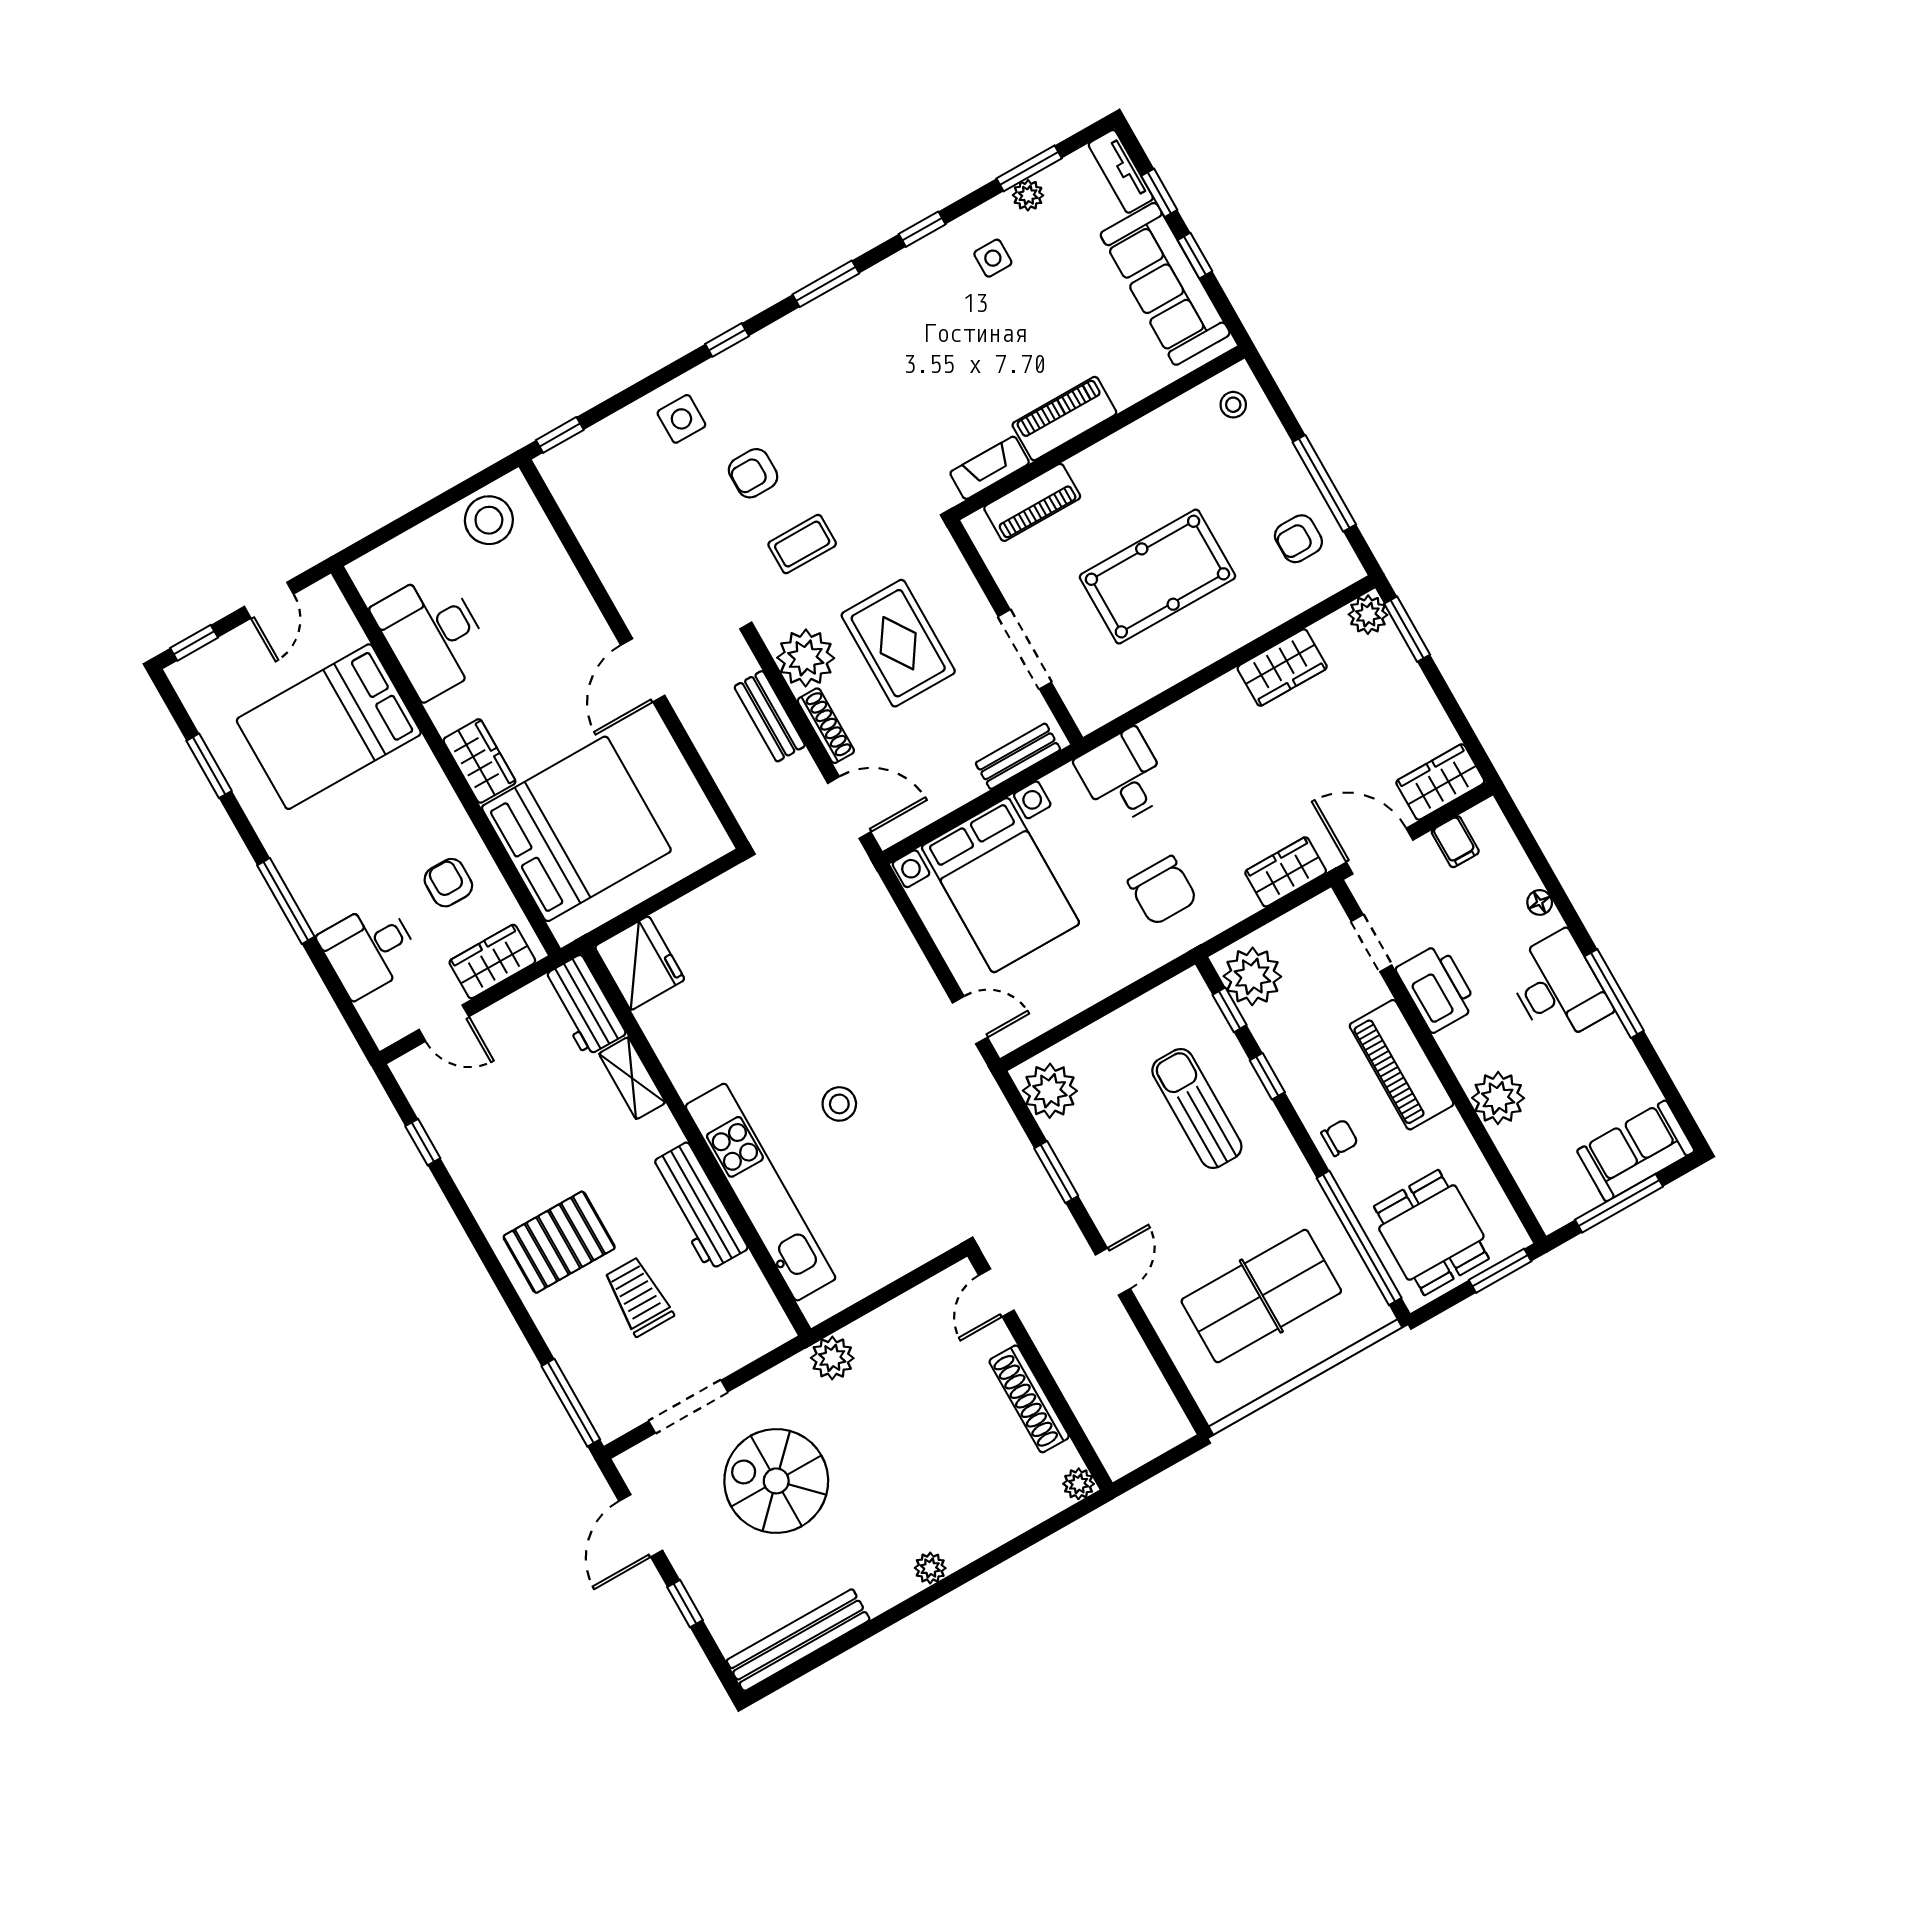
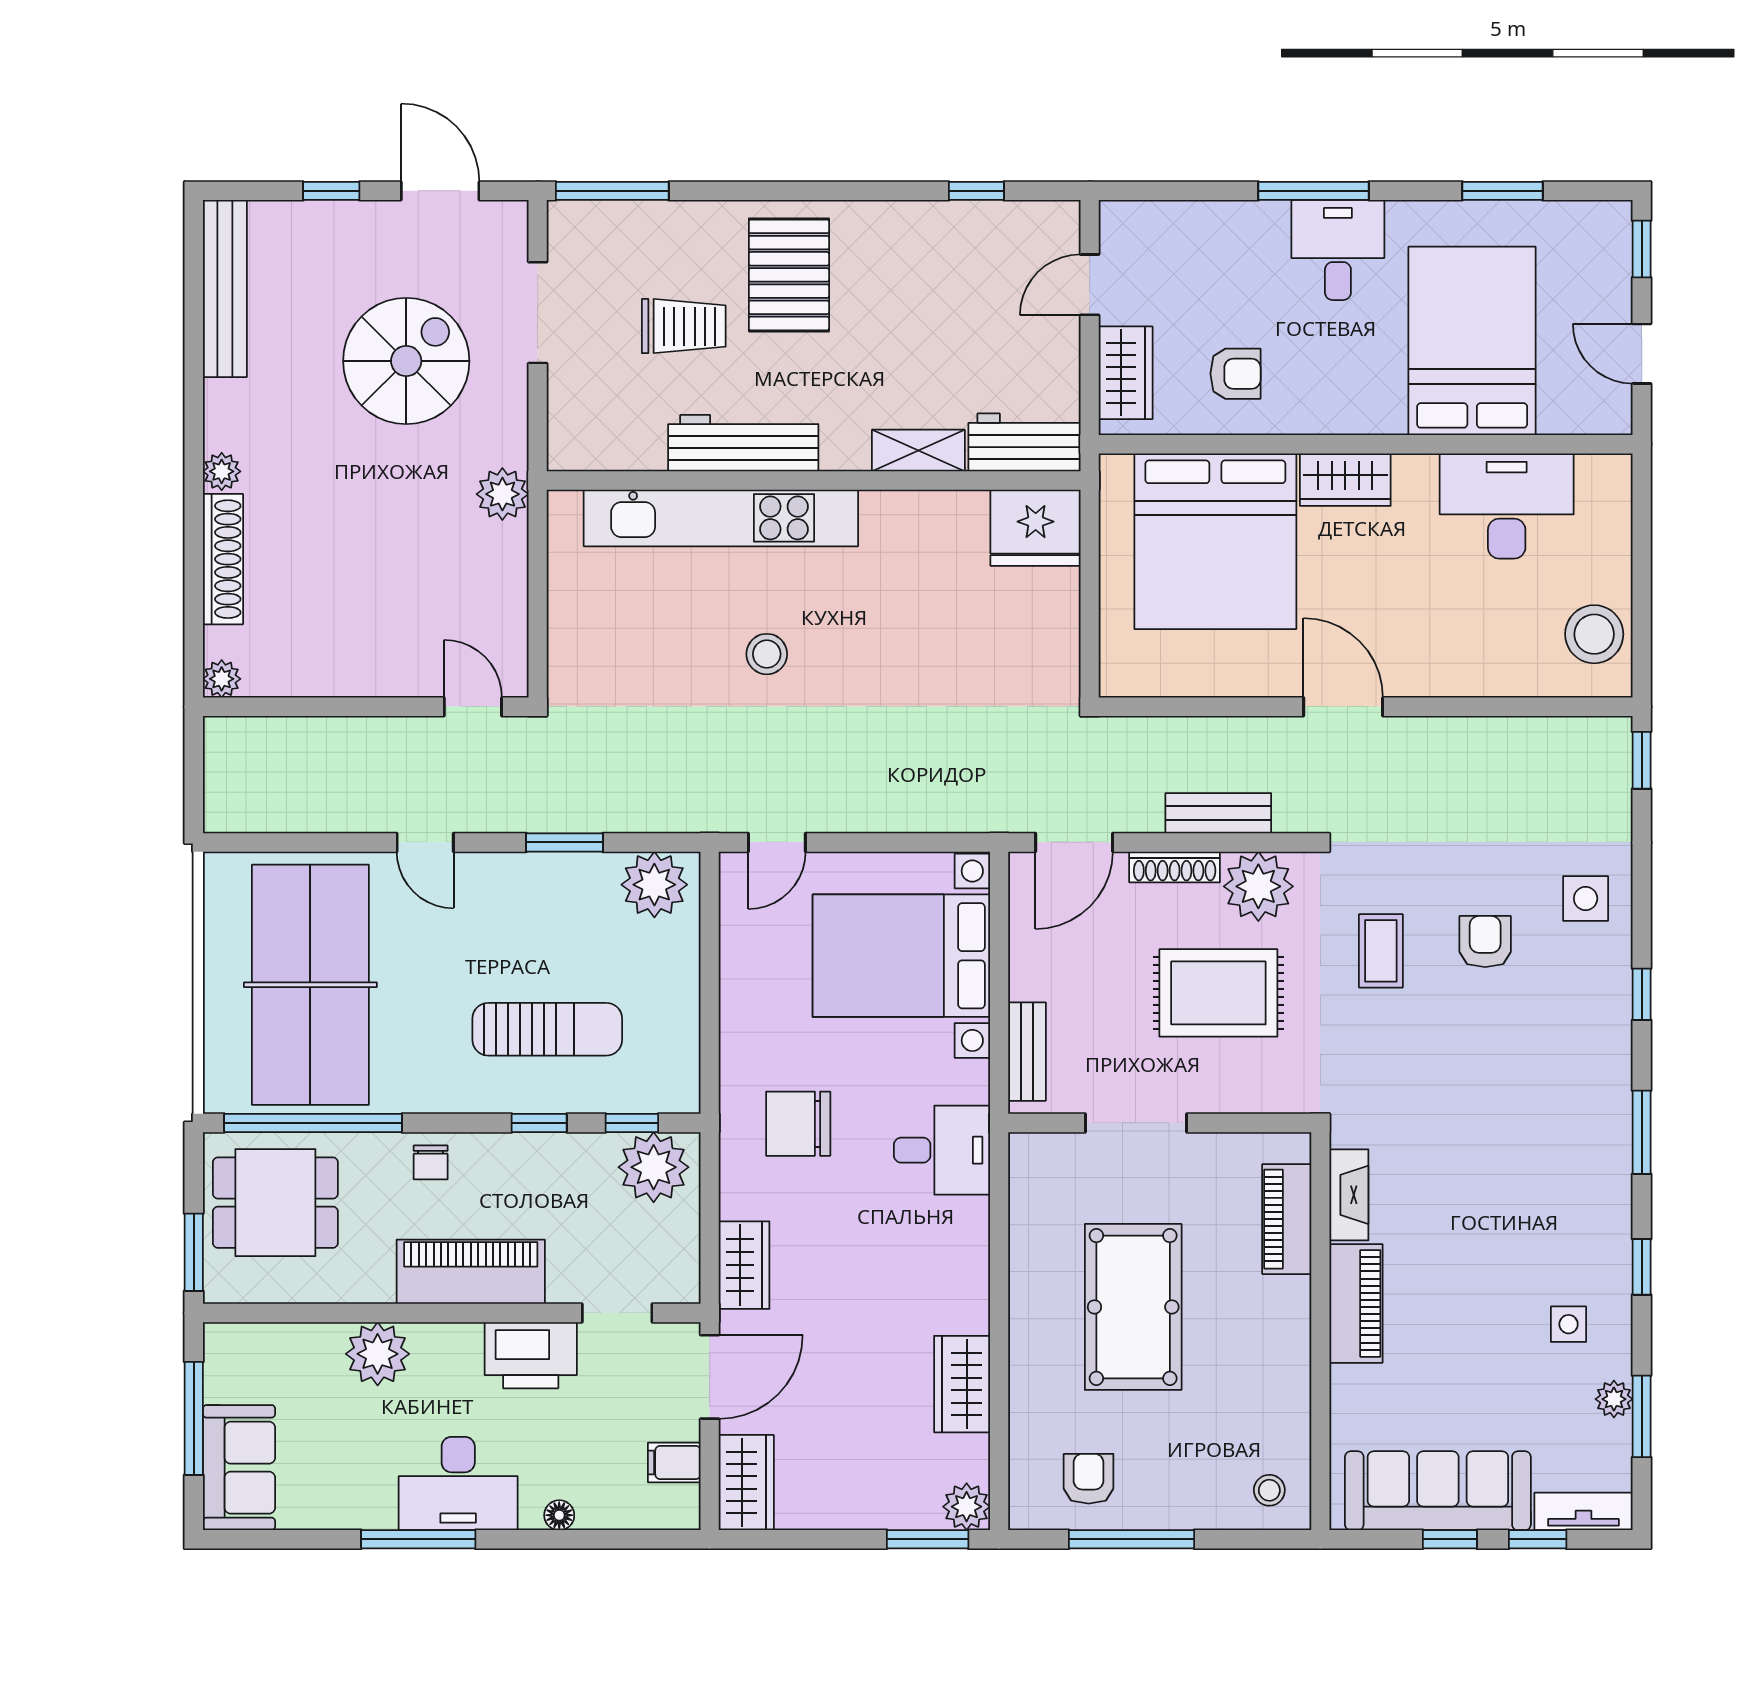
desk: (369, 949) -> (1338, 250), moved
table tennis table: (1261, 1296) -> (310, 985), width x1.36, depth x1.32
shoe rack: (1029, 1399) -> (223, 559), moved, turned 90

